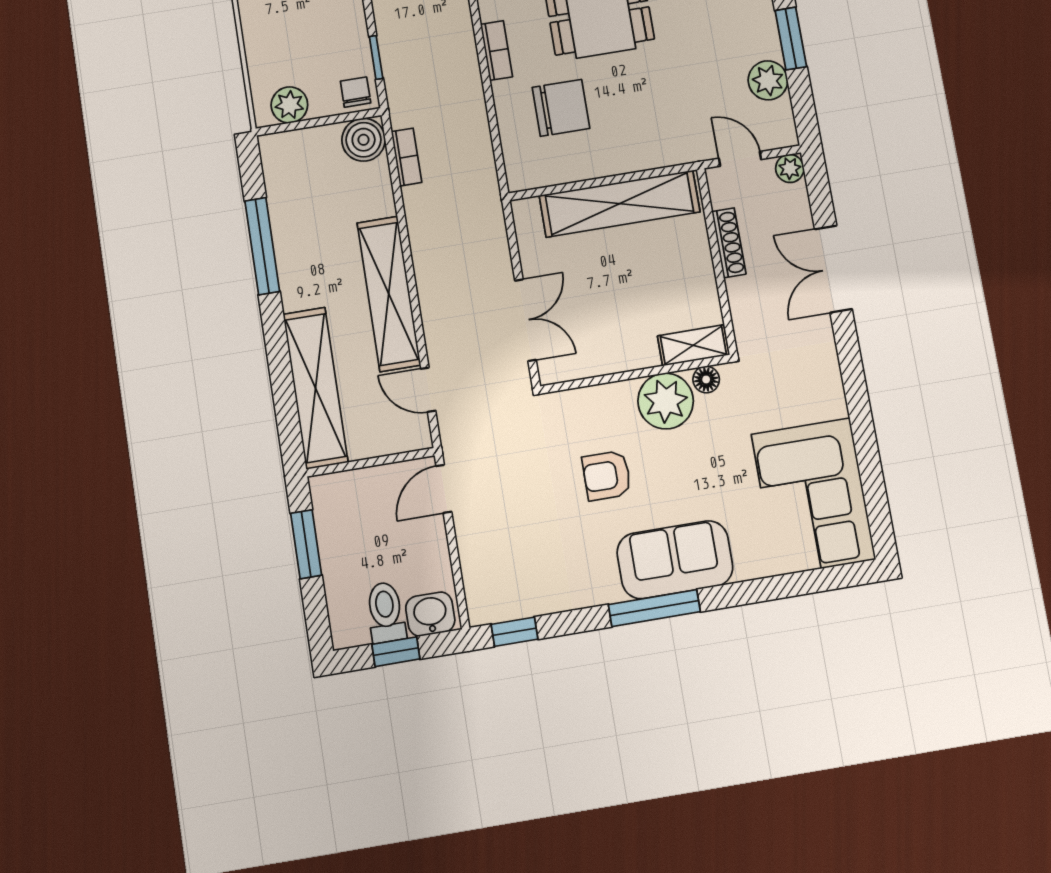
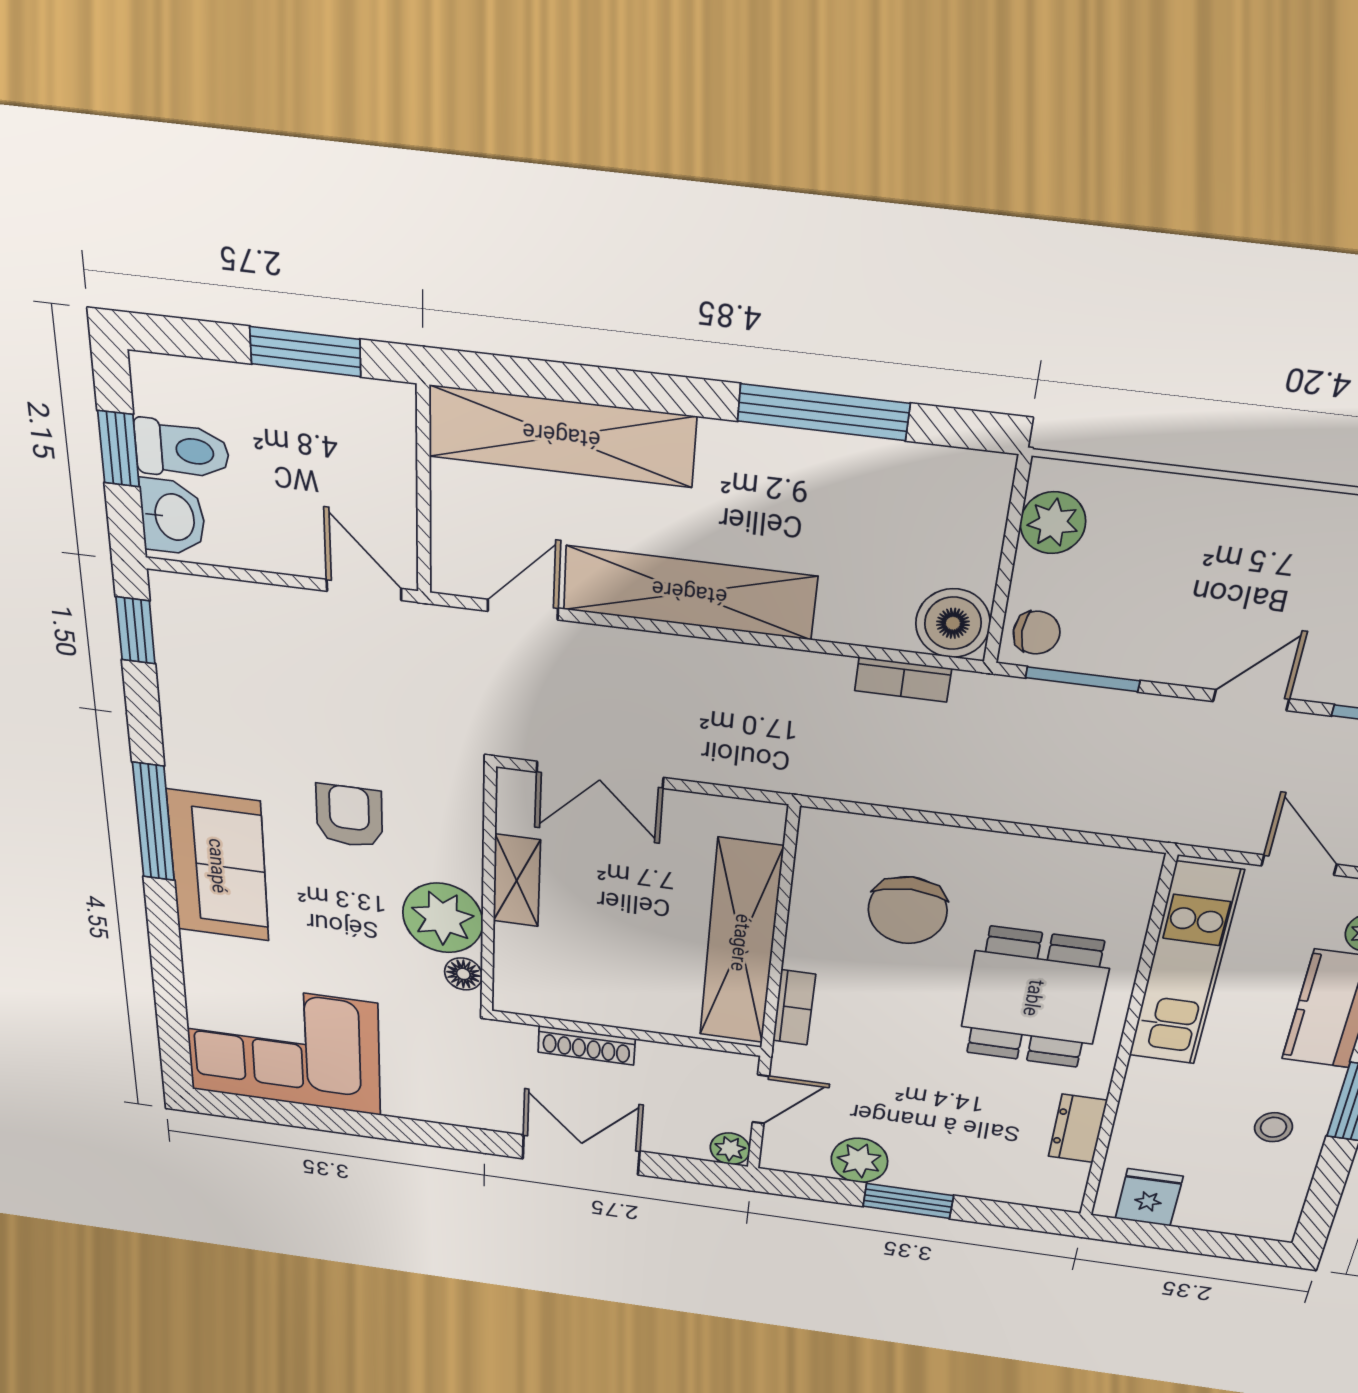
bookcase: (497, 50) -> (794, 1008), moved, turned -90
window: (376, 57) -> (1083, 679), width x1.50
shoe rack: (729, 243) -> (586, 1045), moved
shelving: (693, 345) -> (517, 881), moved

